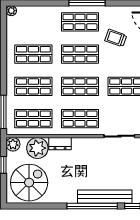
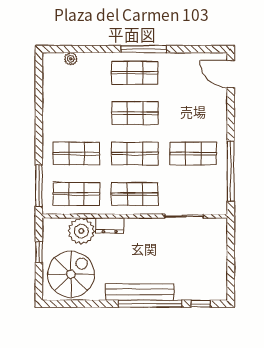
plant: (11, 11) -> (71, 59), moved
trolley: (116, 38) -> (180, 93), removed
shop shelf: (33, 54) -> (76, 113), removed
plant: (13, 144) -> (51, 226), removed
bench: (105, 197) -> (140, 292), moved

